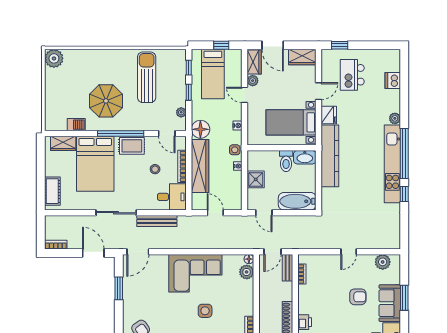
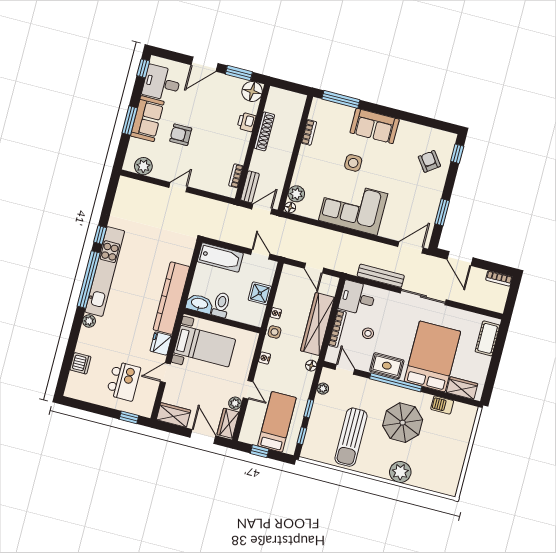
plant: (54, 58) -> (400, 472), moved
floor lamp: (200, 129) -> (311, 366), width x0.53, depth x0.53

